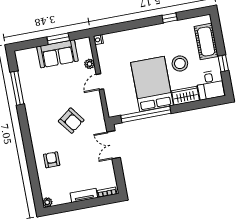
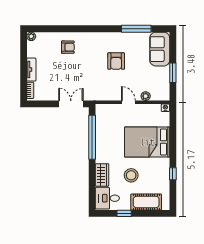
sofa: (58, 54) -> (160, 49), moved
bed: (152, 84) -> (147, 142), moved, turned 180
armchair: (71, 121) -> (116, 61), moved, turned -53

